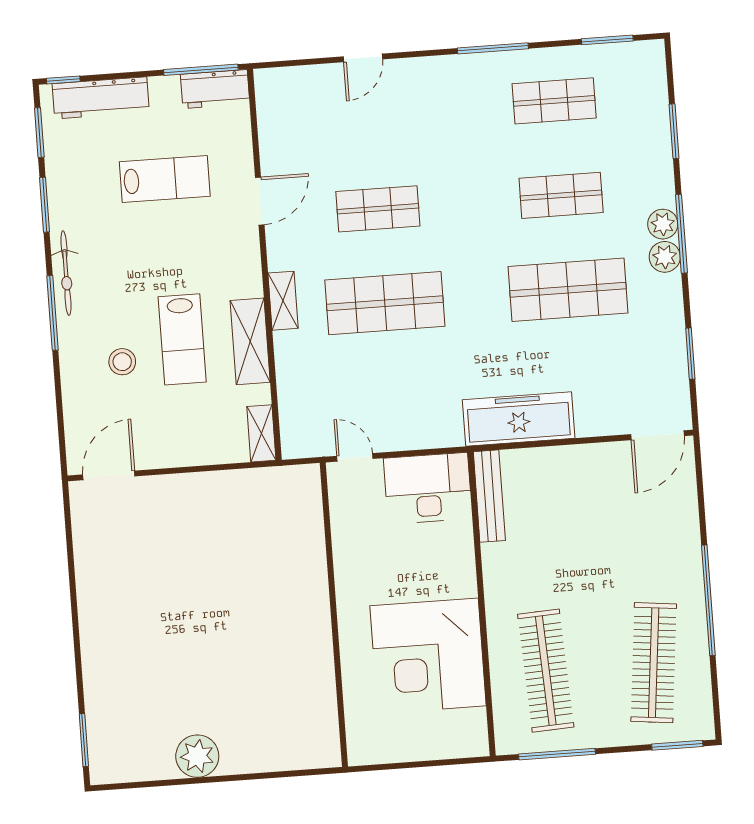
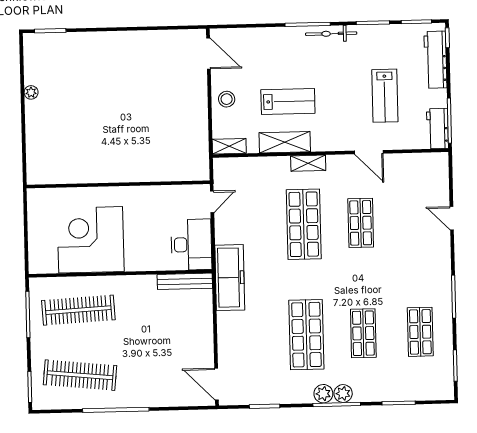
lab bench: (182, 339) -> (288, 101), turned 180
stool: (122, 362) -> (227, 99), moved
freezer: (519, 419) -> (230, 278), moved
plant: (197, 756) -> (31, 92), width x0.53, depth x0.53

